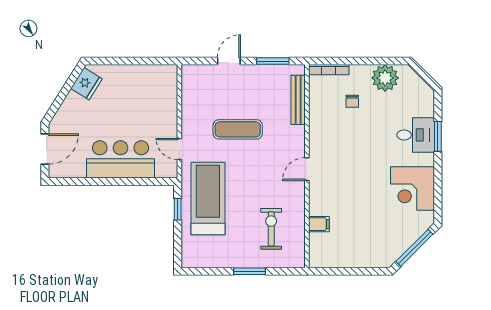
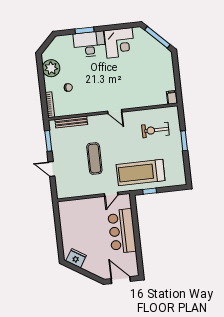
desk: (416, 135) -> (89, 44), width x1.37
filing cabinet: (319, 224) -> (172, 97), moved

